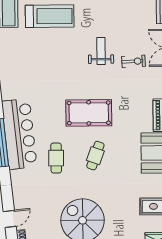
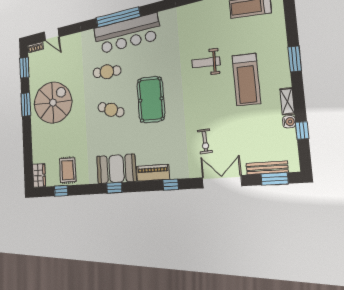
treadmill: (50, 16) -> (246, 80), moved
weight bench: (101, 51) -> (206, 62), moved, turned 180

